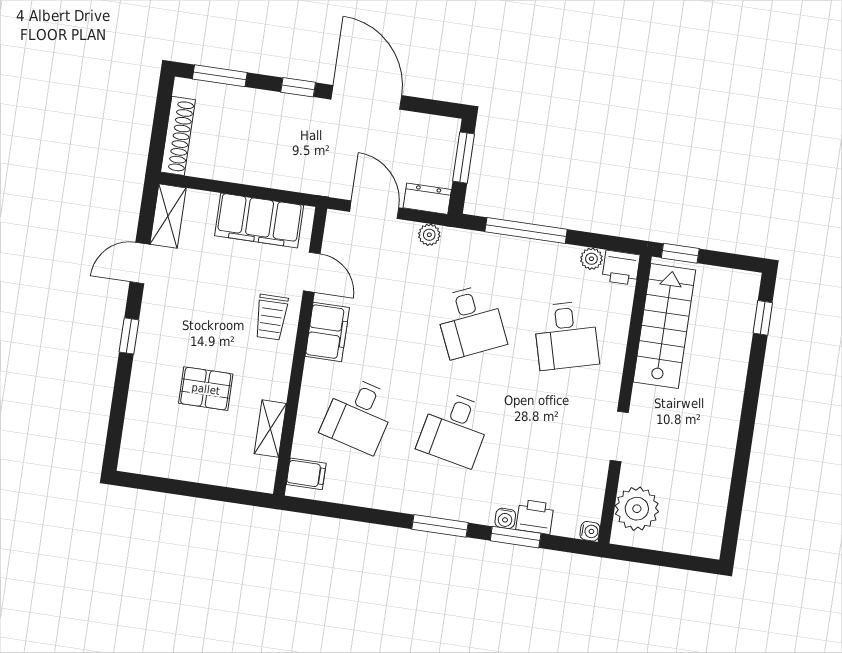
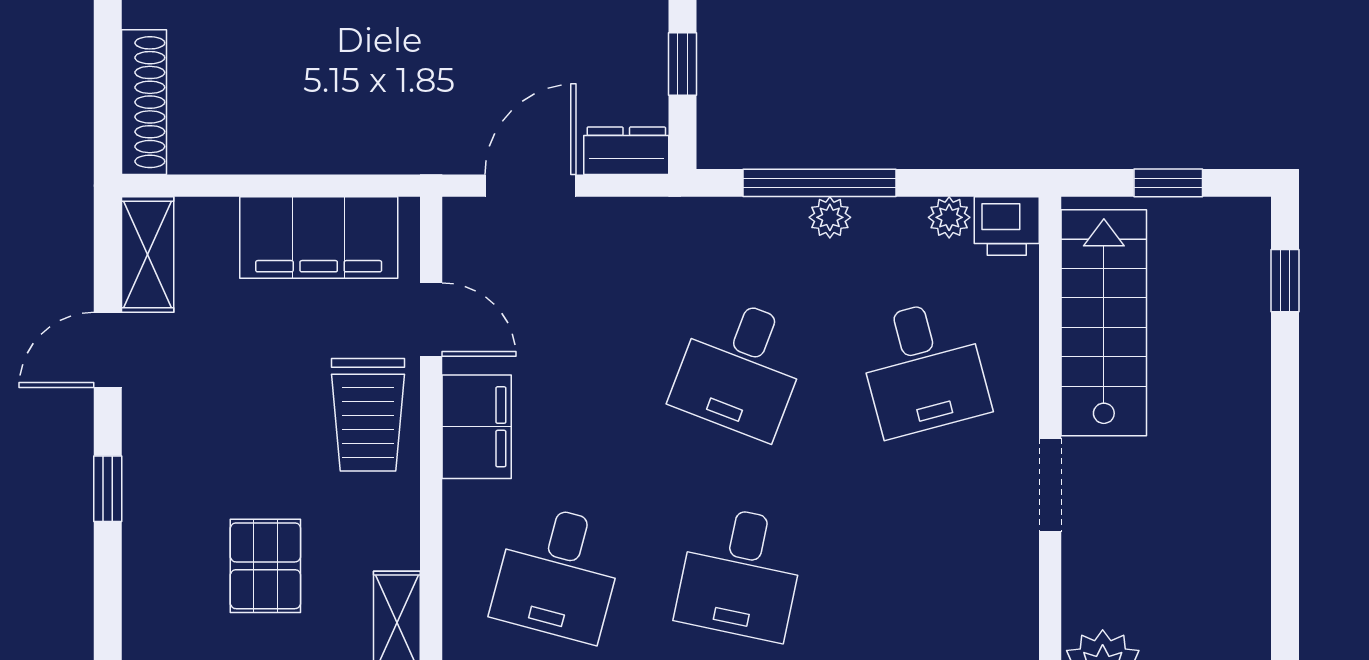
window: (463, 158) -> (683, 64), width x0.67
door: (374, 210) -> (530, 186), hinge flipped
plant: (429, 235) -> (830, 217), moved
window: (680, 253) -> (1168, 183), moved
trolley: (271, 317) -> (368, 415), width x1.36, depth x1.39
desk: (470, 321) -> (741, 368), turned 45
pallet: (206, 389) -> (265, 566), turned 90
doorway: (619, 436) -> (1050, 485), moved

